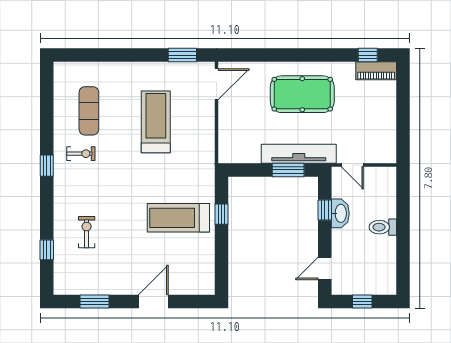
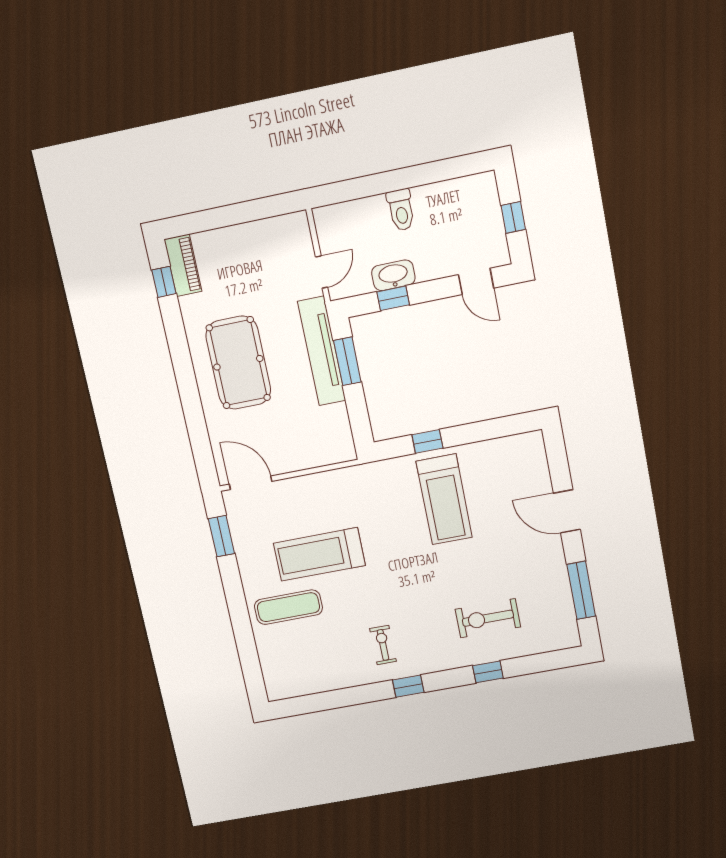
exercise mat: (89, 111) -> (288, 607), moved
exercise bike: (87, 232) -> (488, 618), width x1.38, depth x1.39
window: (47, 250) -> (488, 672), moved
window: (95, 301) -> (581, 590), width x1.44

